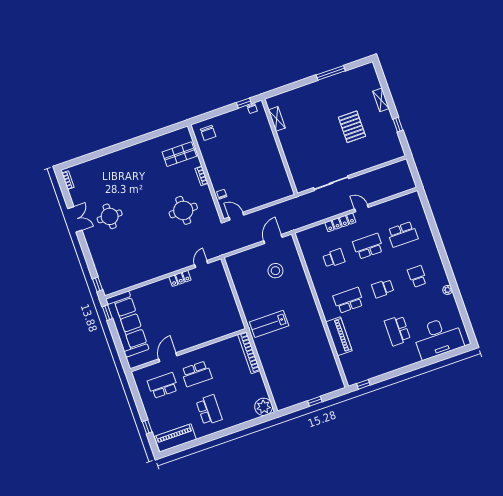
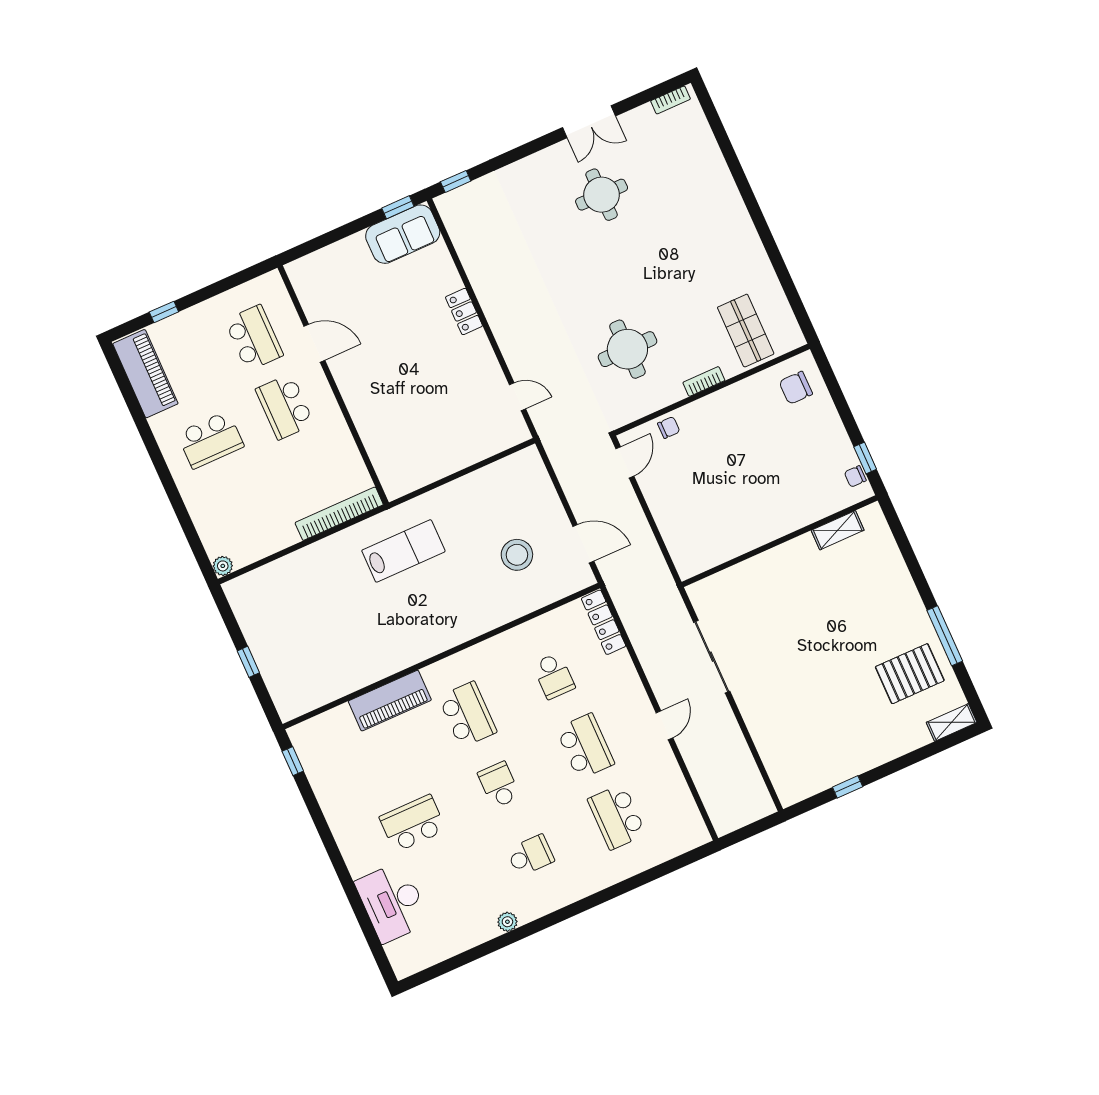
shelving: (381, 100) -> (952, 722), moved
pallet: (352, 127) -> (910, 674), moved
locker: (340, 222) -> (604, 622), moved
locker: (180, 278) -> (464, 311), moved
sofa: (127, 324) -> (403, 234), width x0.54, depth x0.79
lab bench: (269, 324) -> (403, 551), turned 90
desk: (438, 338) -> (392, 902), width x0.73, depth x0.77
plant: (264, 407) -> (223, 566), width x0.53, depth x0.53

